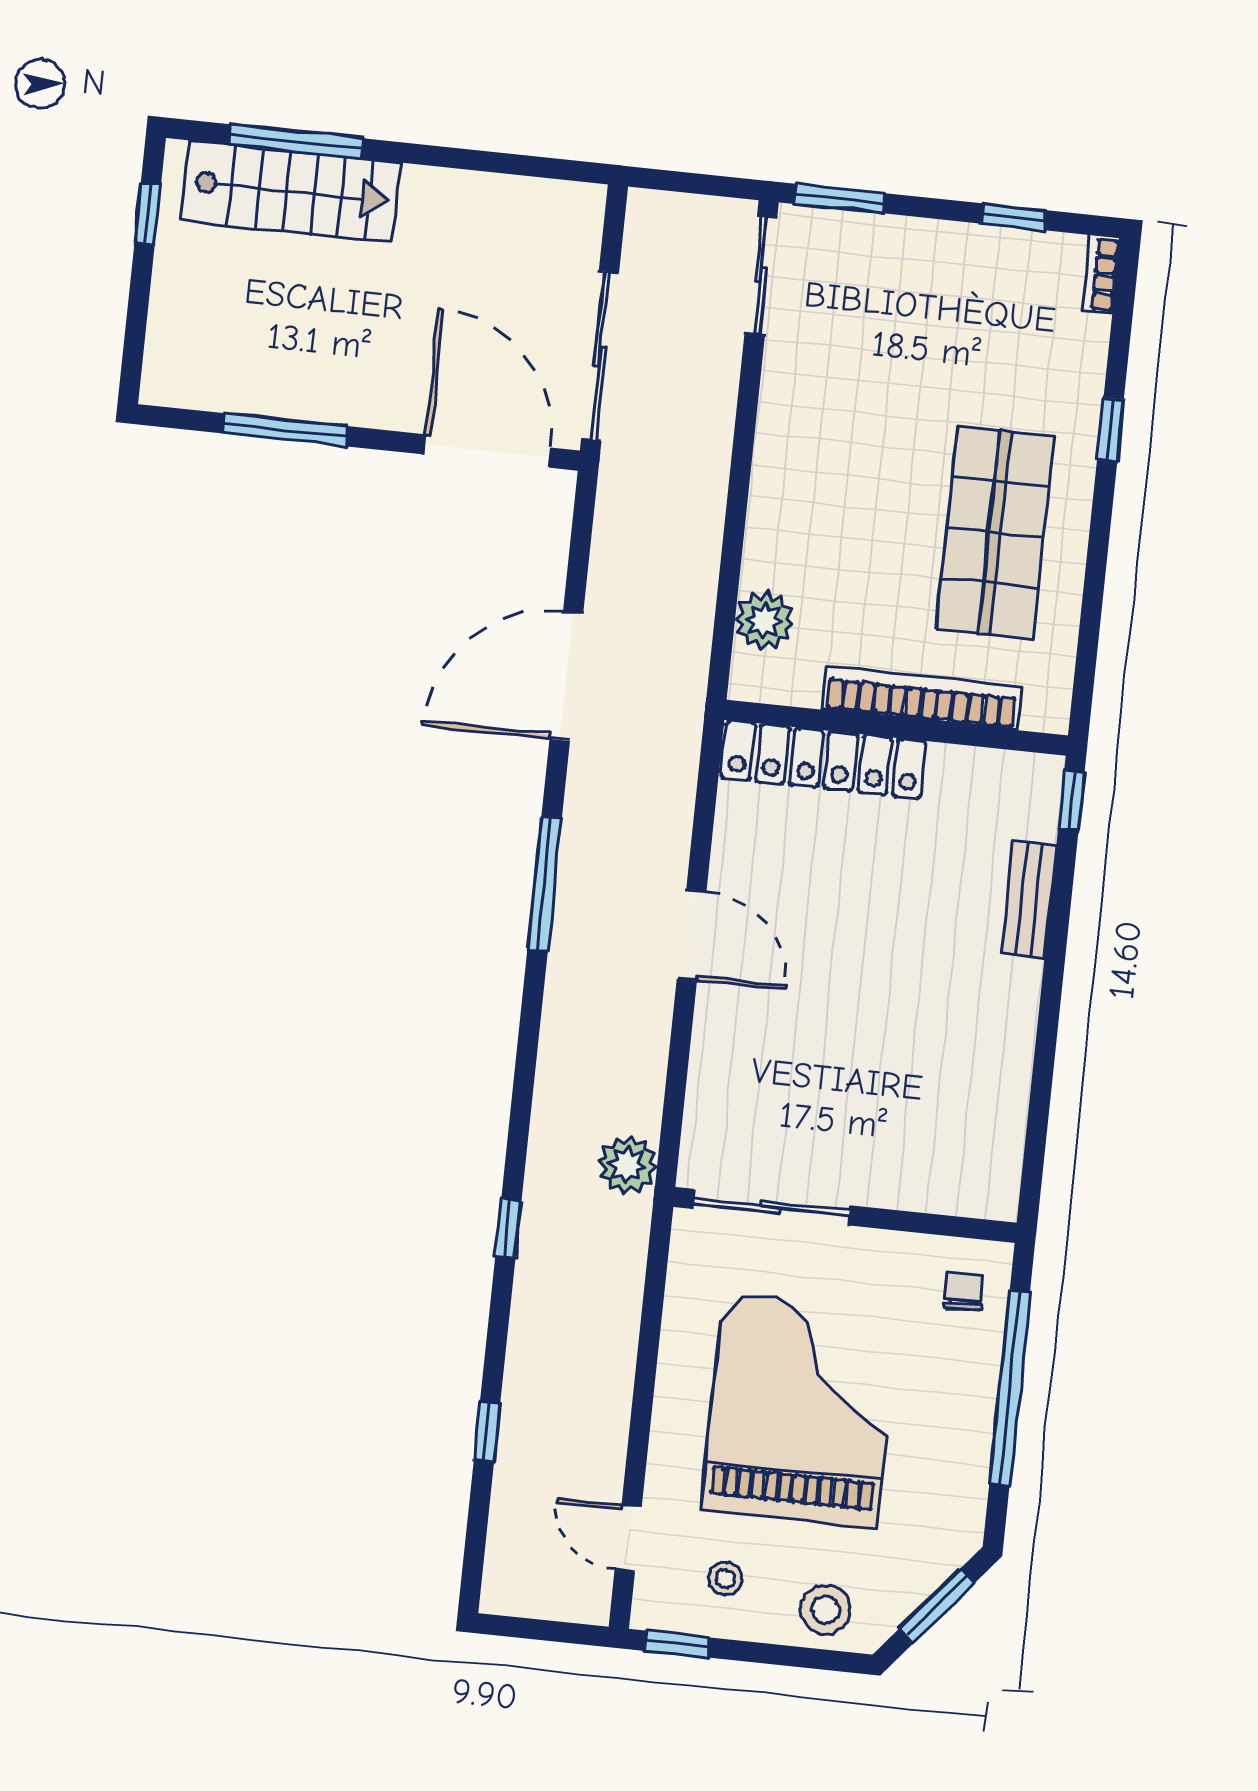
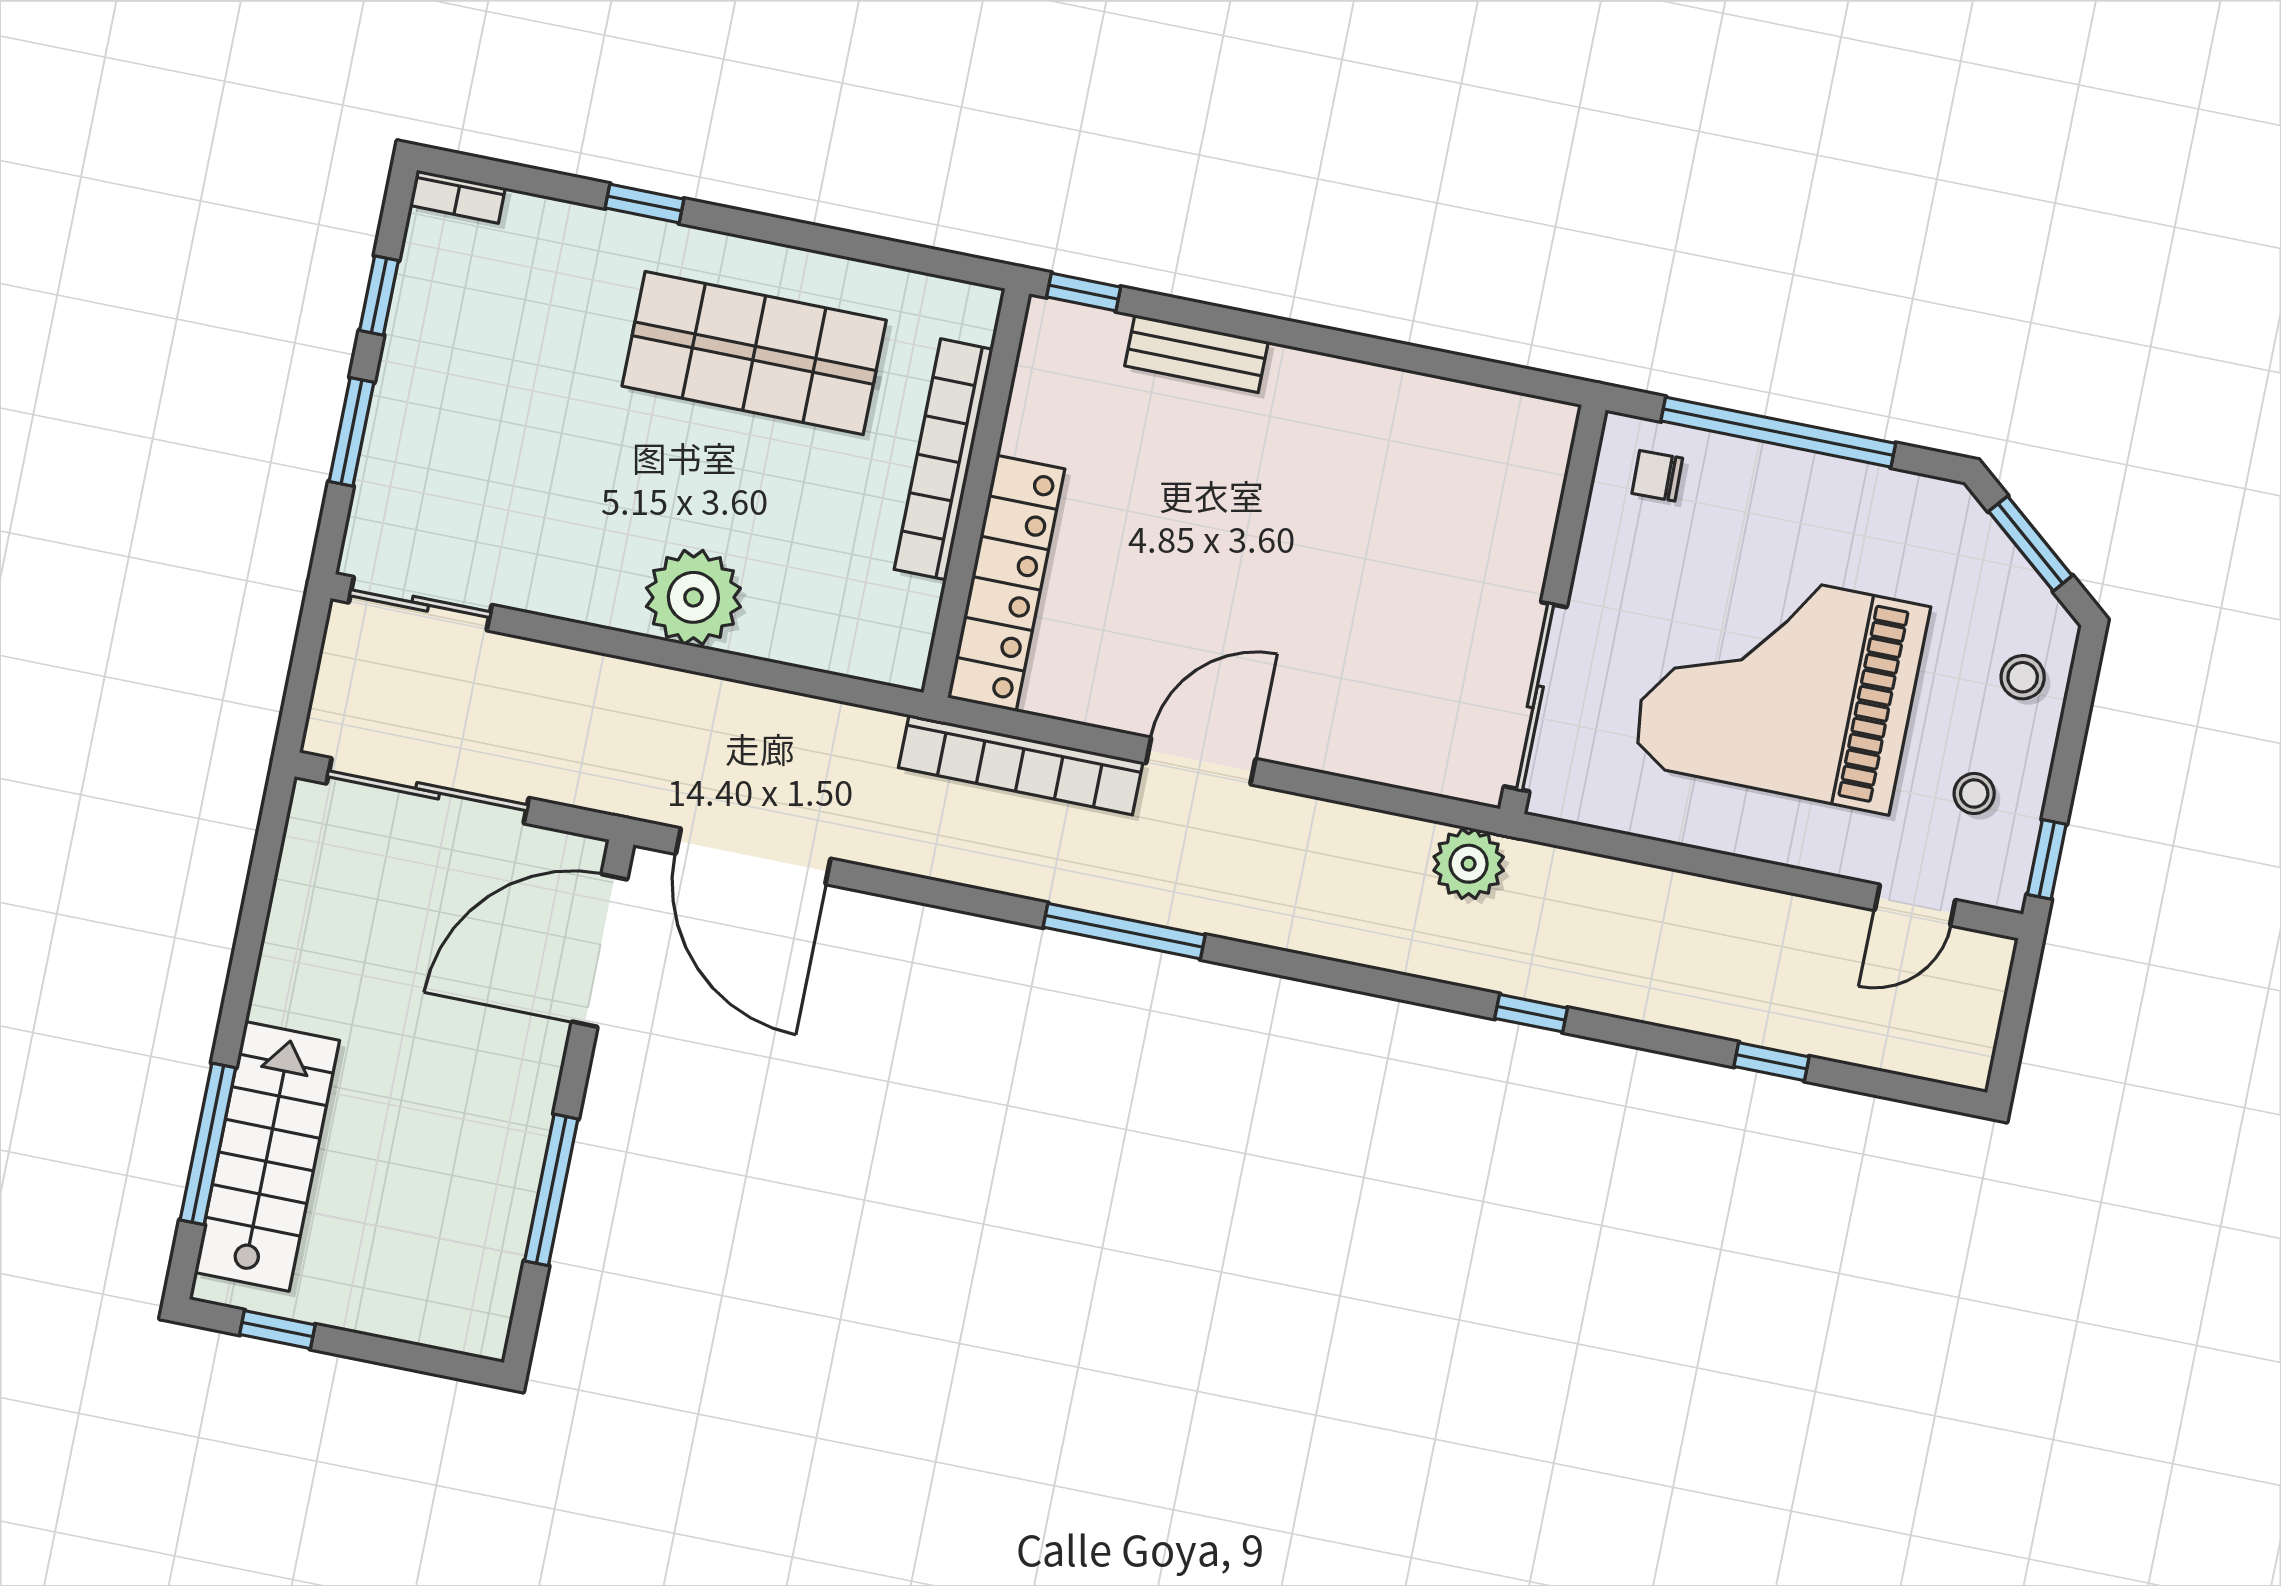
window: (839, 199) -> (351, 432), moved
sliding door: (600, 356) -> (428, 791), moved
plant: (764, 621) -> (693, 597), moved, width x1.36, depth x1.36
door: (566, 676) -> (753, 856), moved
bookcase: (674, 786) -> (1021, 765), added
stool: (826, 1610) -> (2023, 677), width x0.73, depth x0.73

